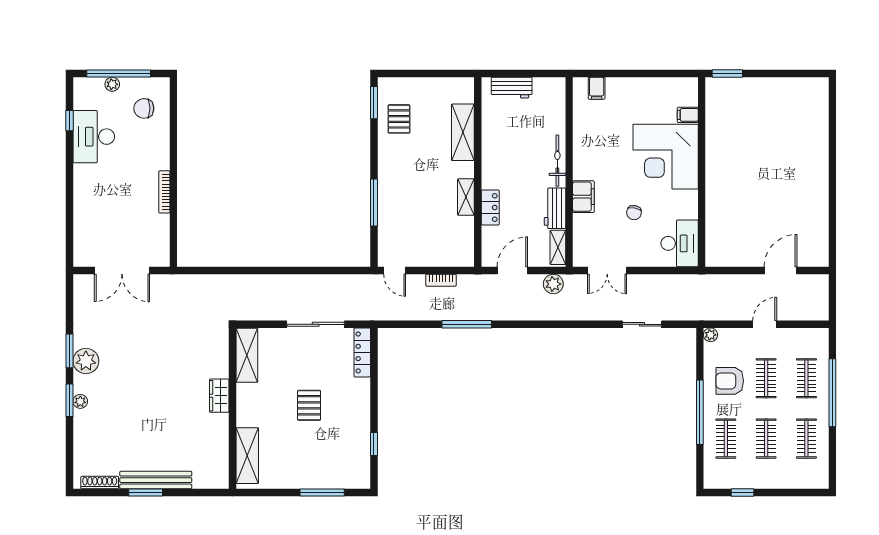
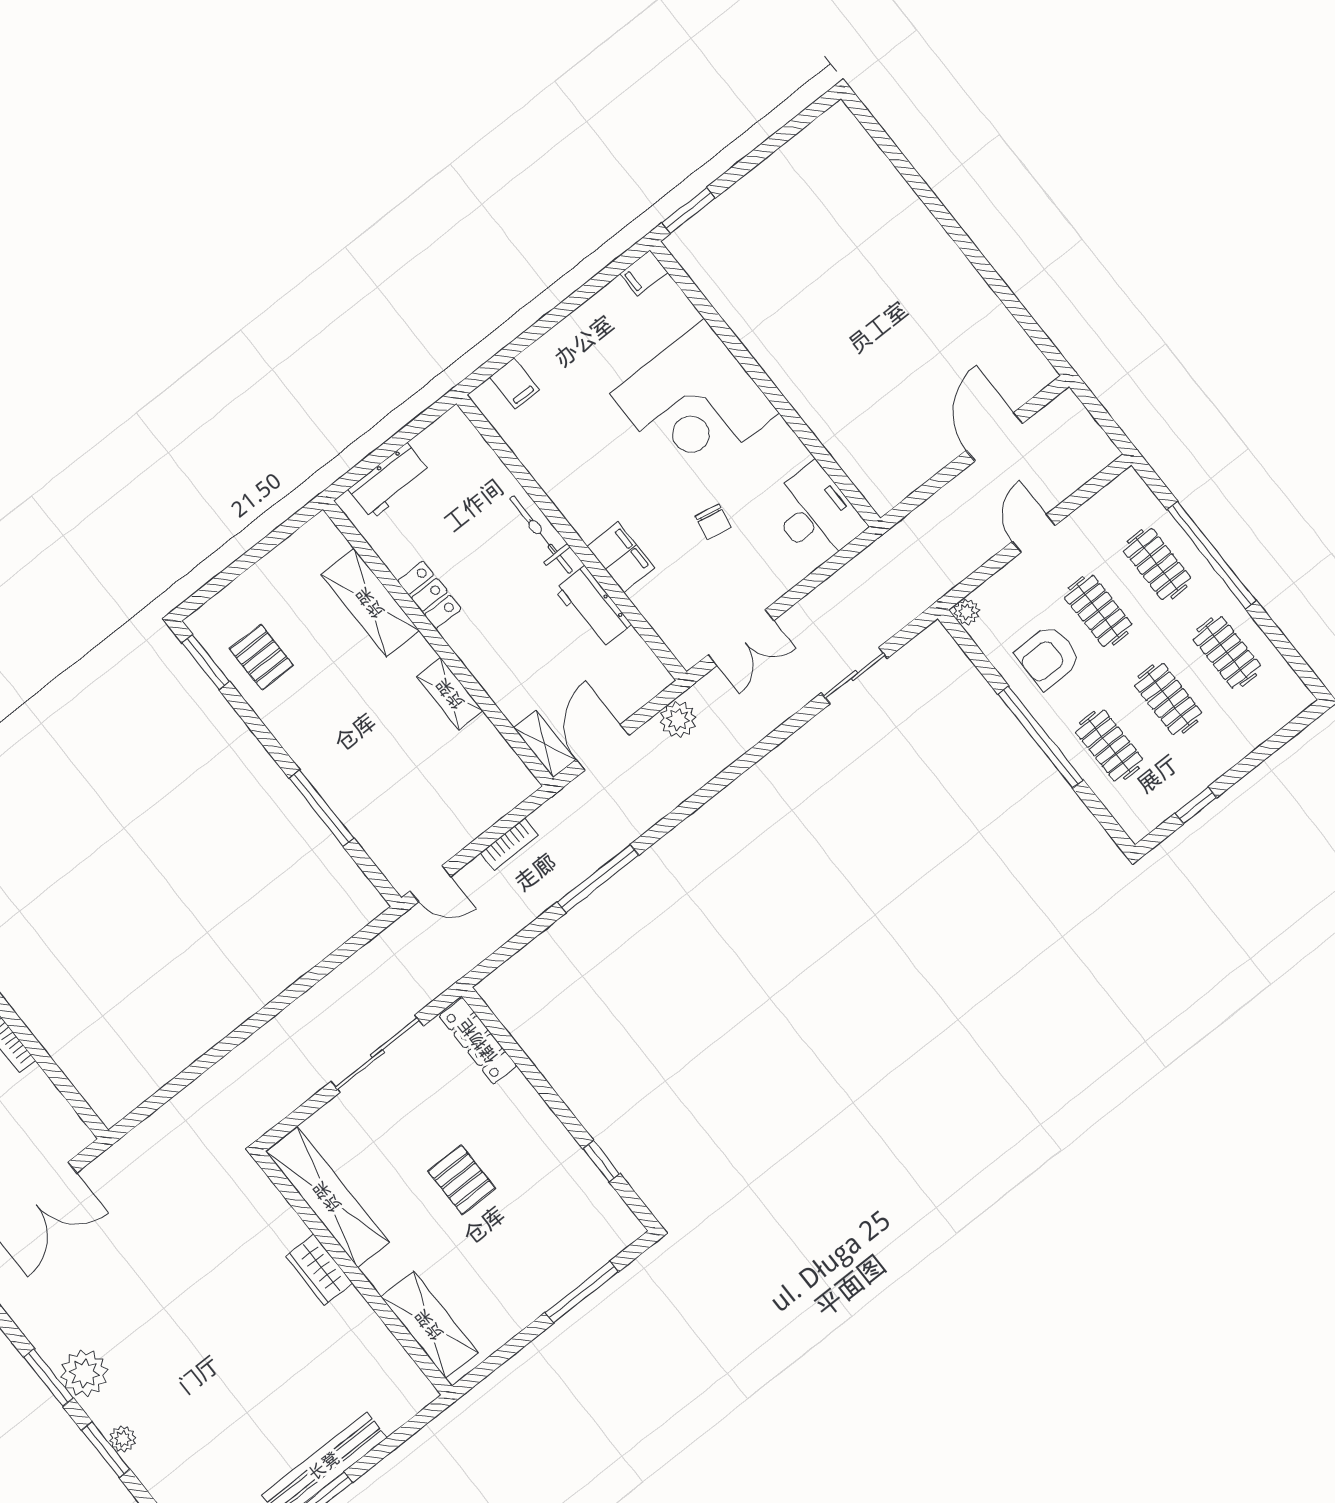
filing cabinet: (688, 115) -> (644, 273), moved
locker: (490, 208) -> (429, 595), moved
shelving: (558, 247) -> (545, 744), moved
shelving: (247, 355) -> (327, 1197), width x1.47

